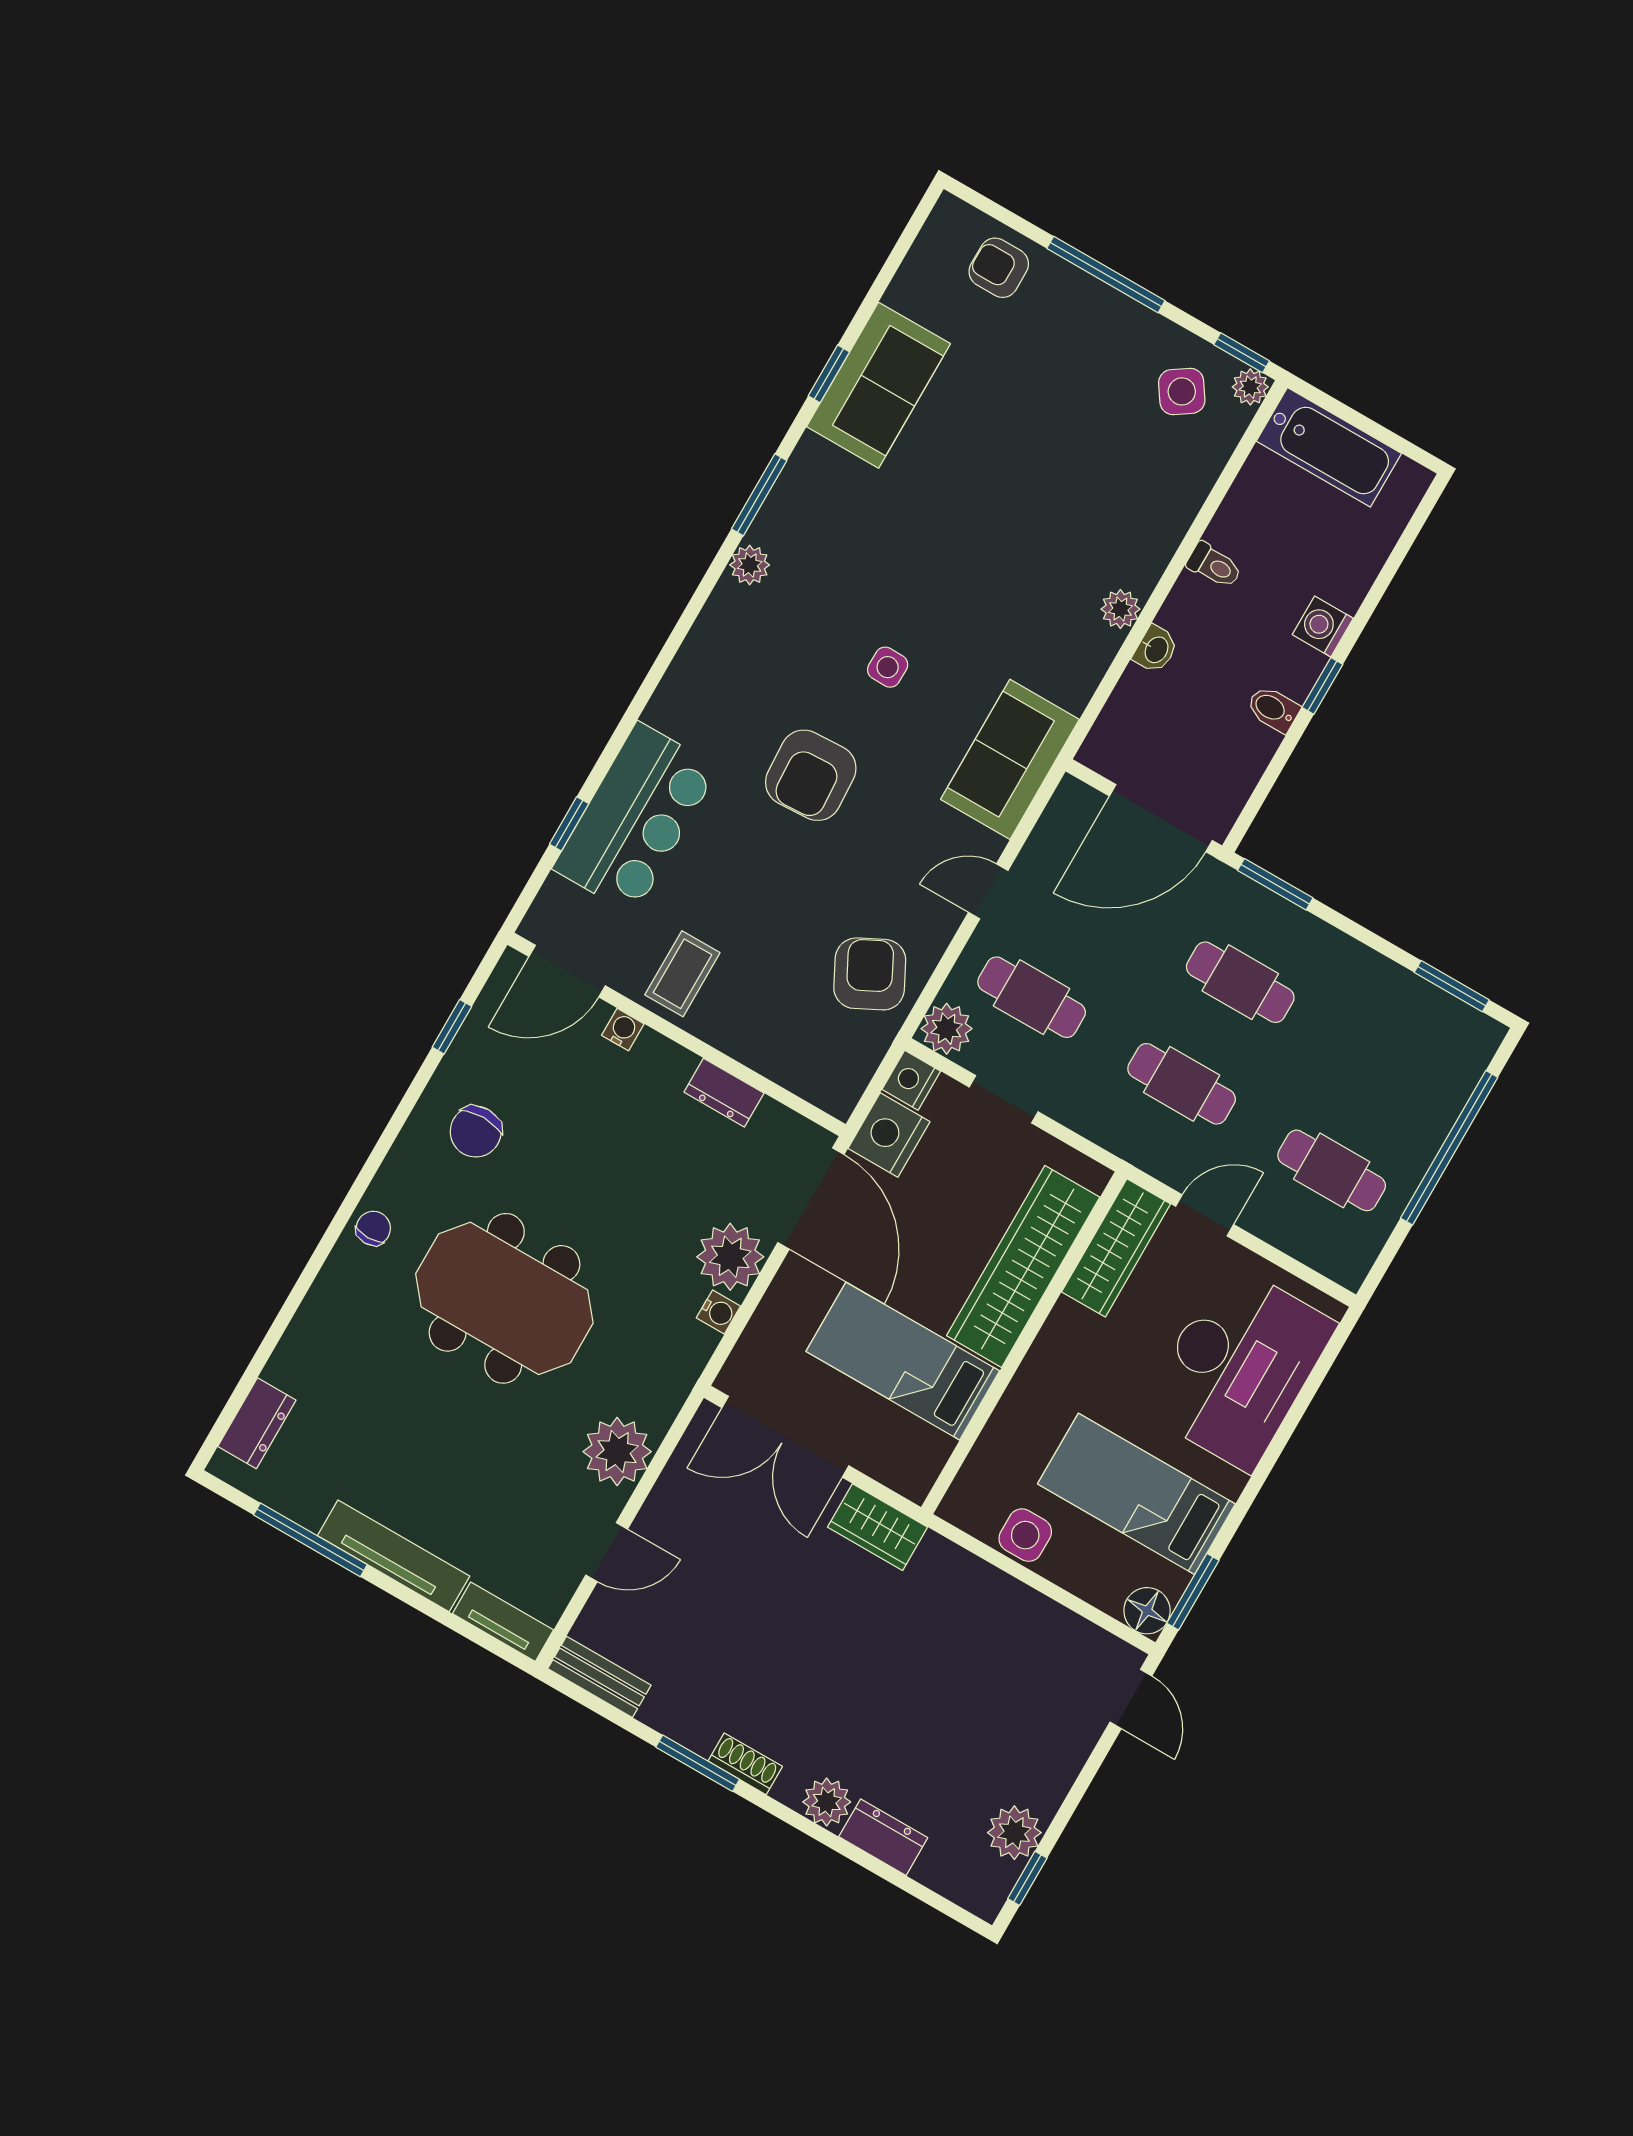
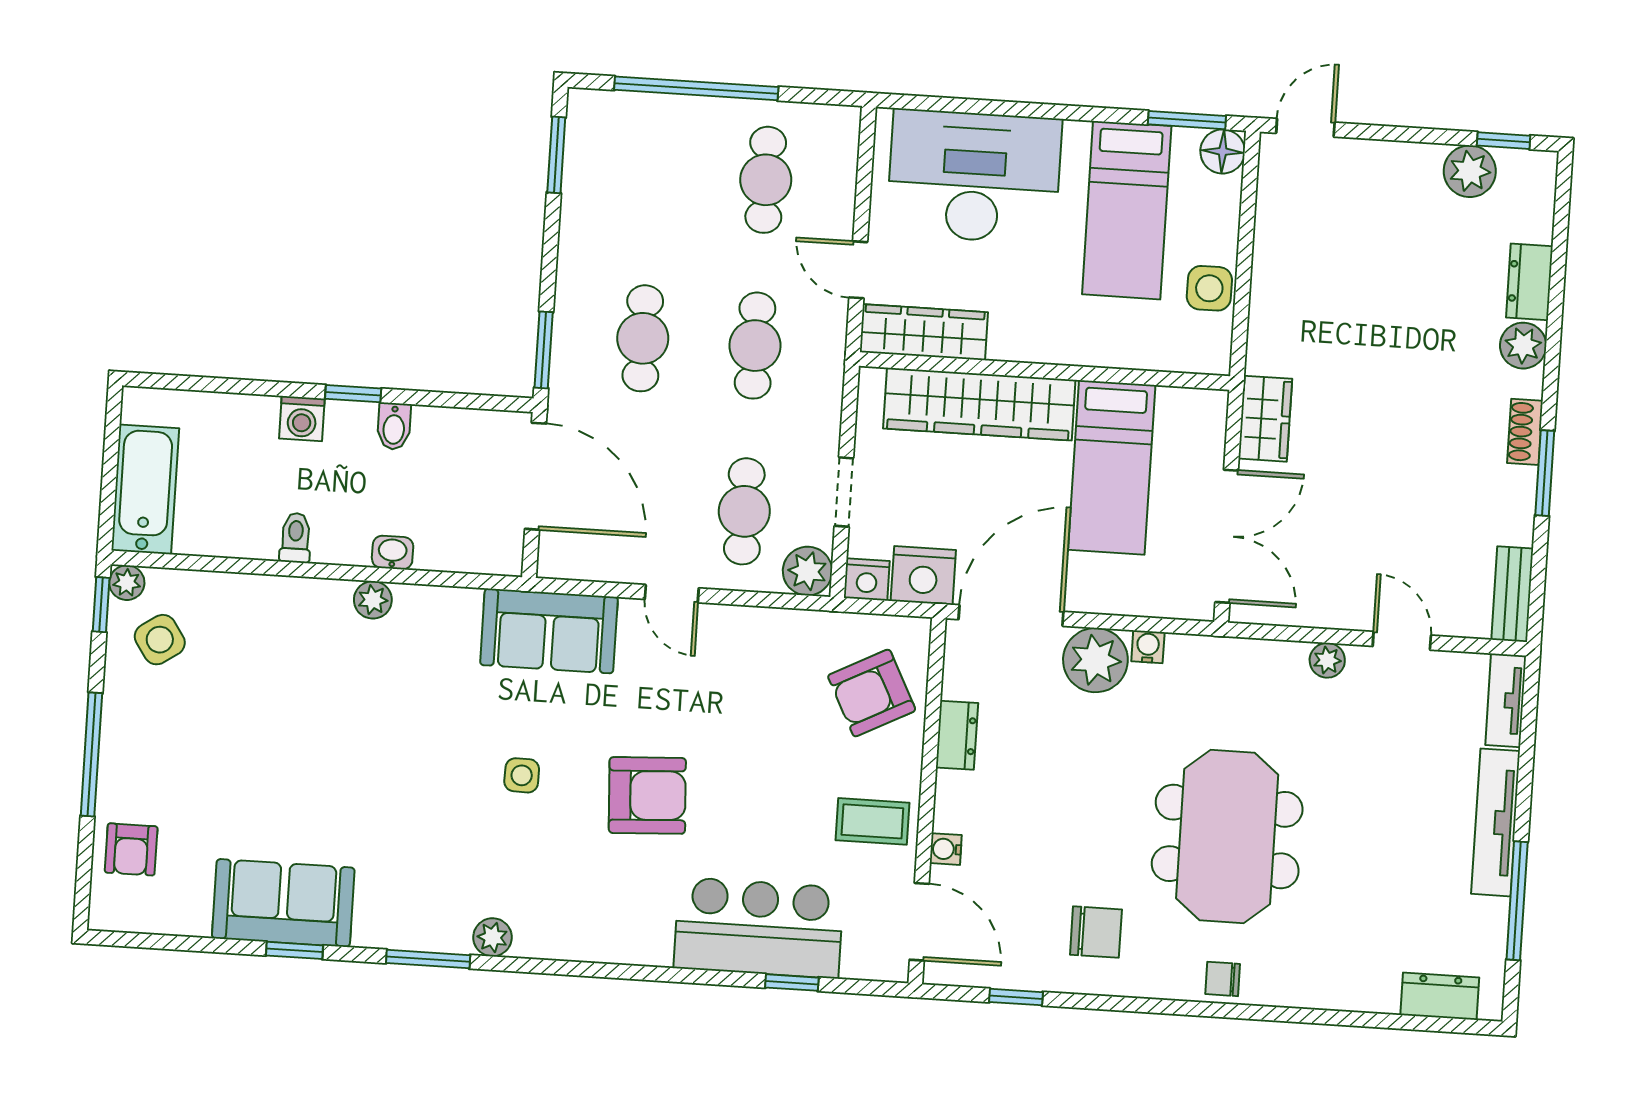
armchair: (870, 974) -> (872, 693), moved
plant: (617, 1452) -> (1327, 660), width x0.53, depth x0.53

